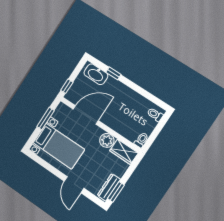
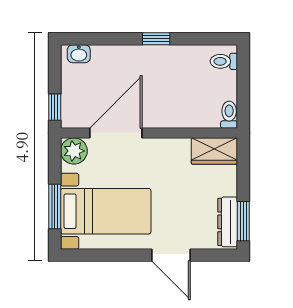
window: (113, 73) -> (156, 39), moved
washbasin: (96, 74) -> (79, 54), width x0.52, depth x0.69
window: (46, 119) -> (55, 206), moved
plant: (107, 140) -> (74, 151), moved

